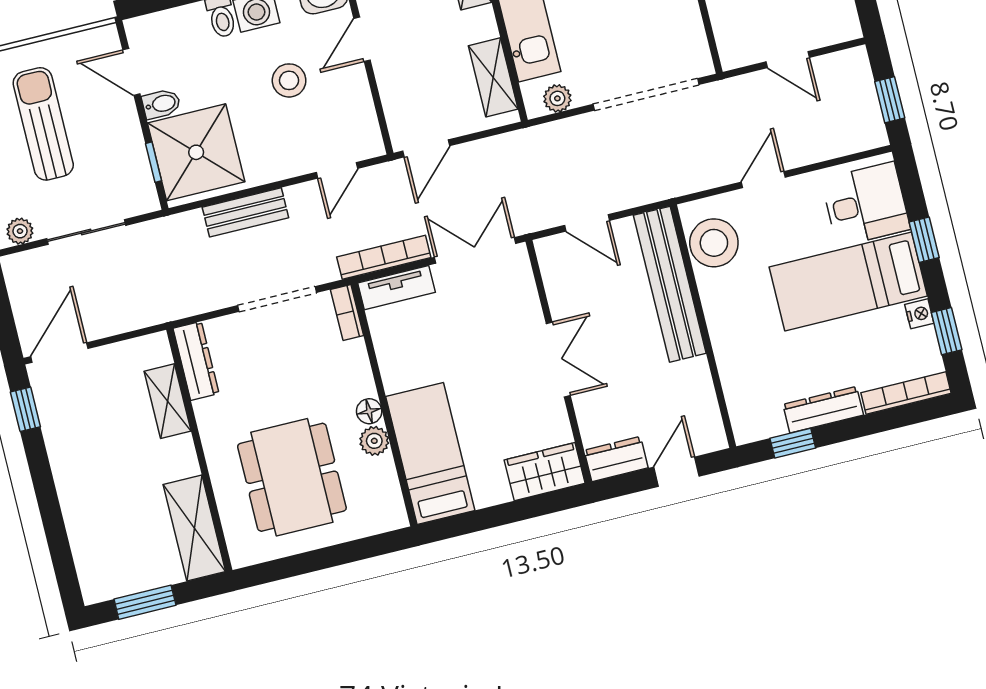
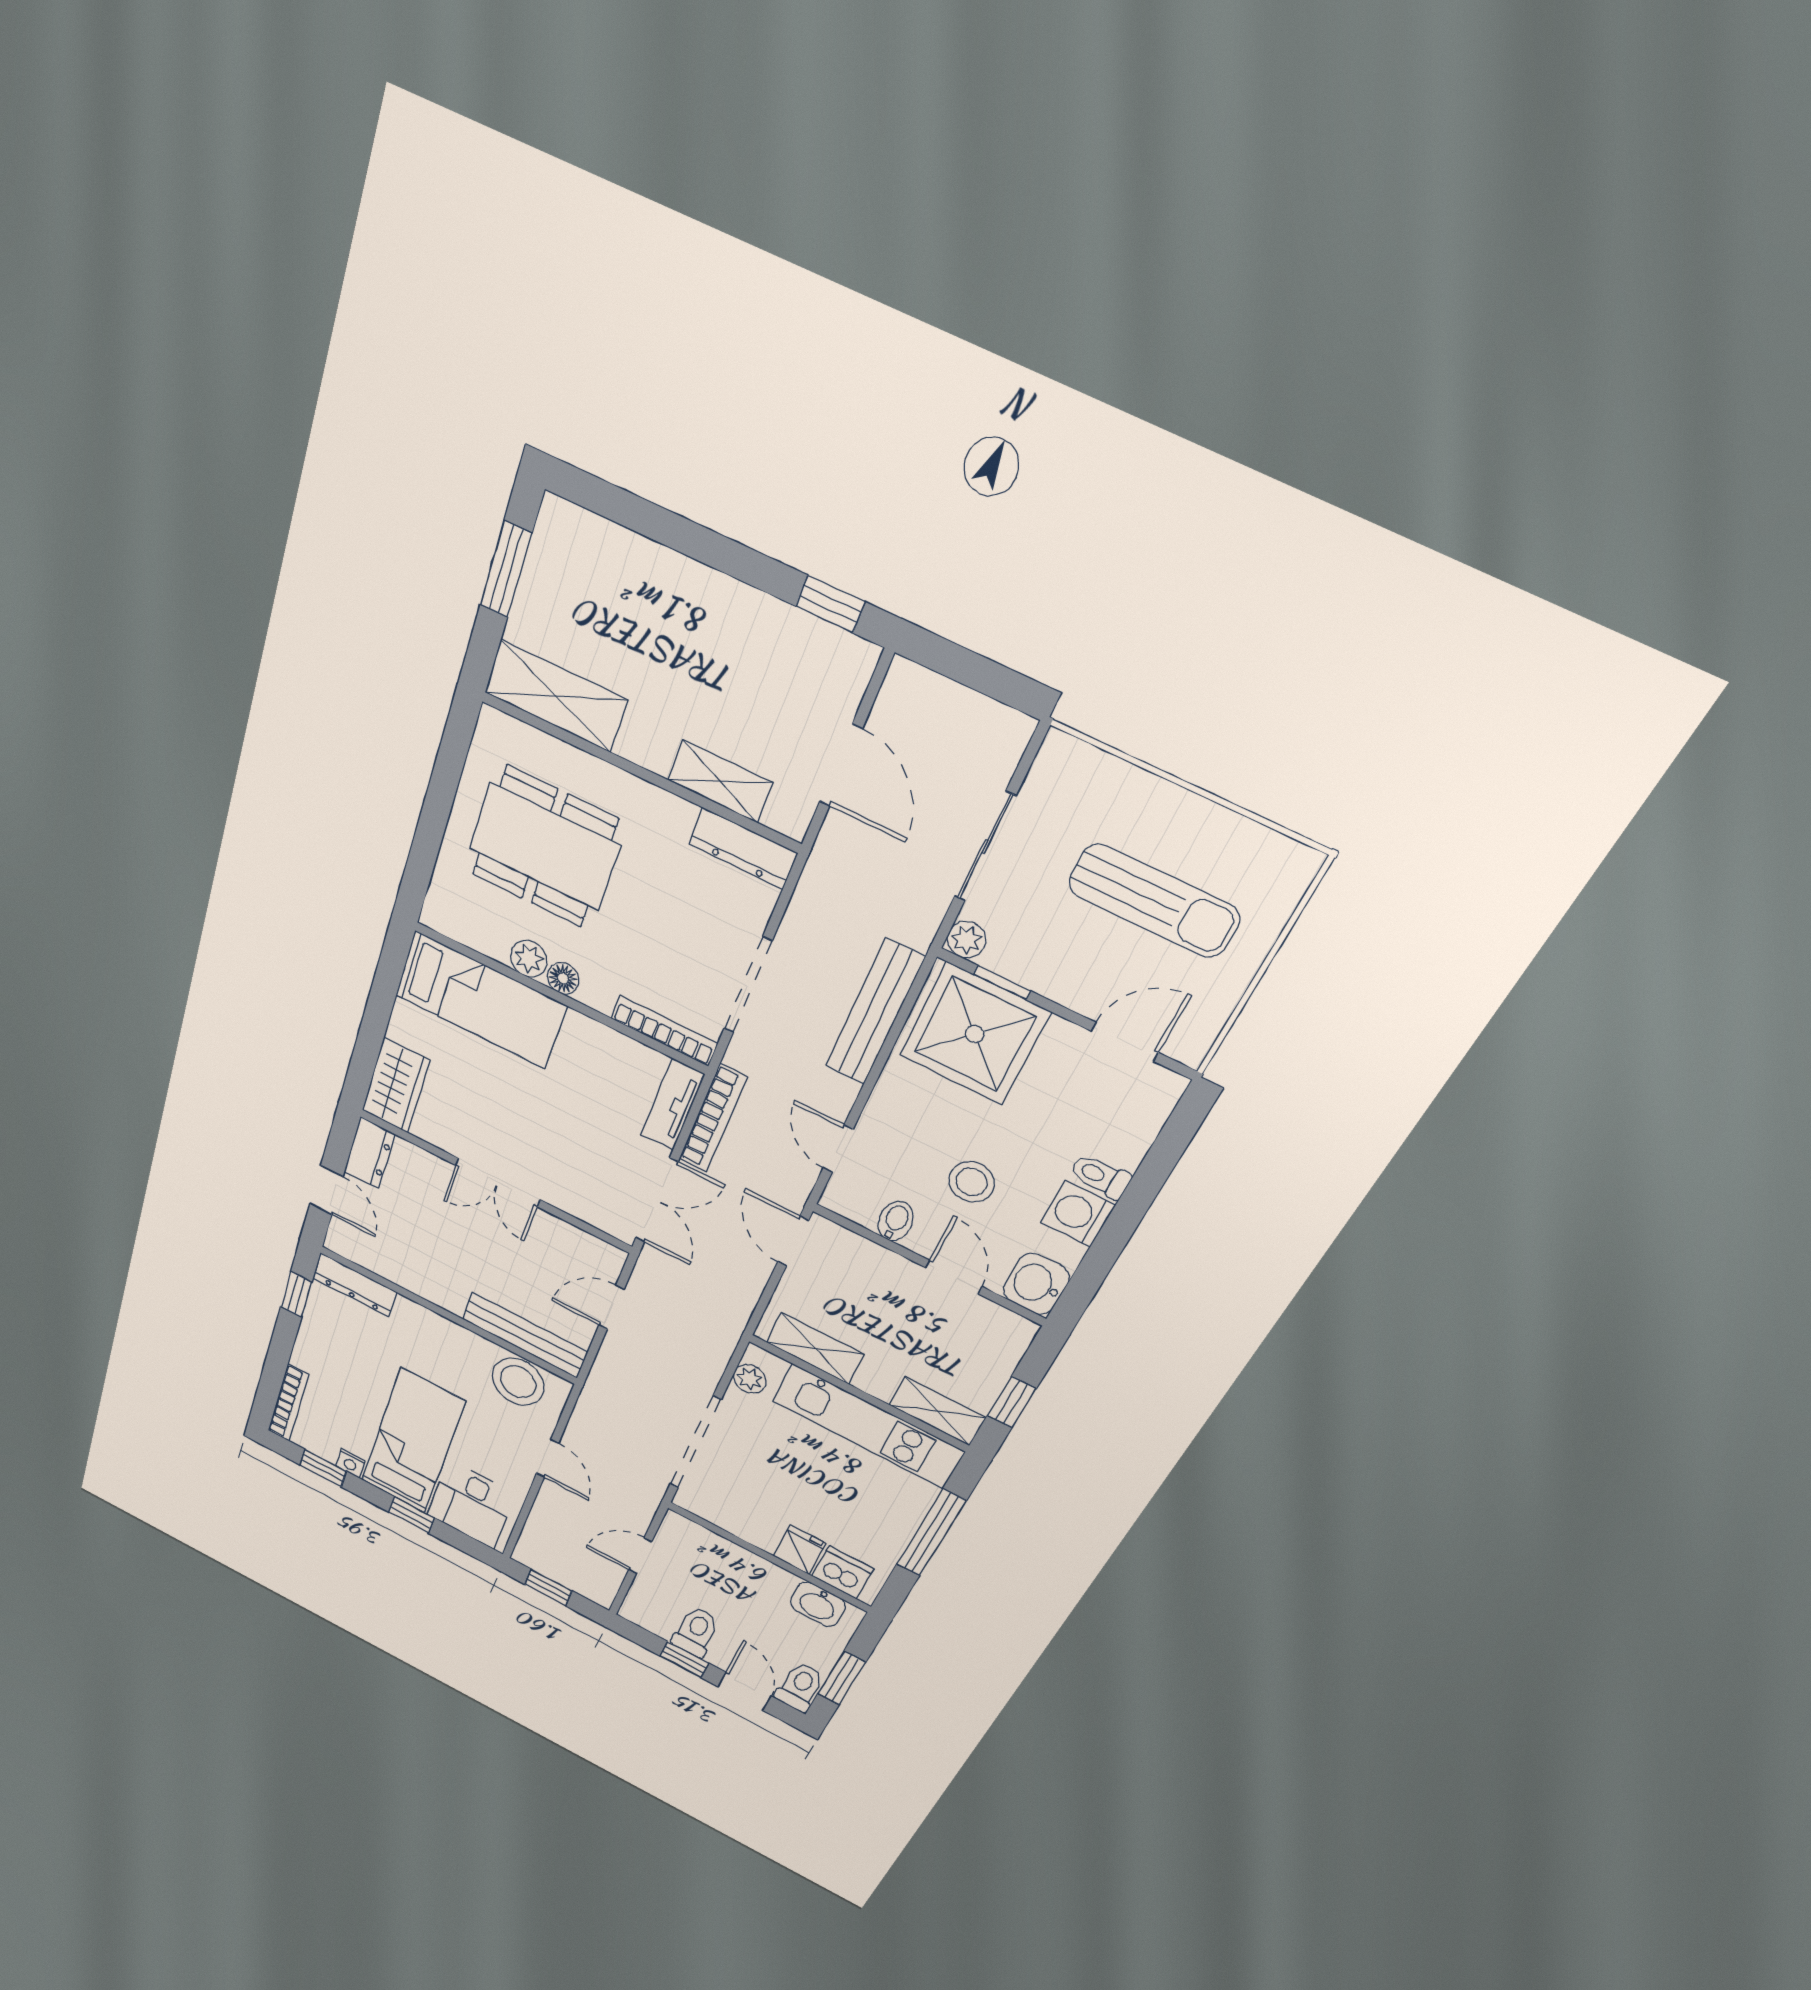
bidet: (161, 104) -> (896, 1221), moved, turned 180
bench: (245, 212) -> (875, 1012), width x1.36
plant: (20, 231) -> (967, 940), moved
bench: (670, 284) -> (525, 1335), width x0.73, depth x0.82
bookcase: (347, 313) -> (664, 1031), width x1.56
door: (59, 353) -> (841, 765), moved
dresser: (823, 410) -> (355, 1285), moved, turned 90

